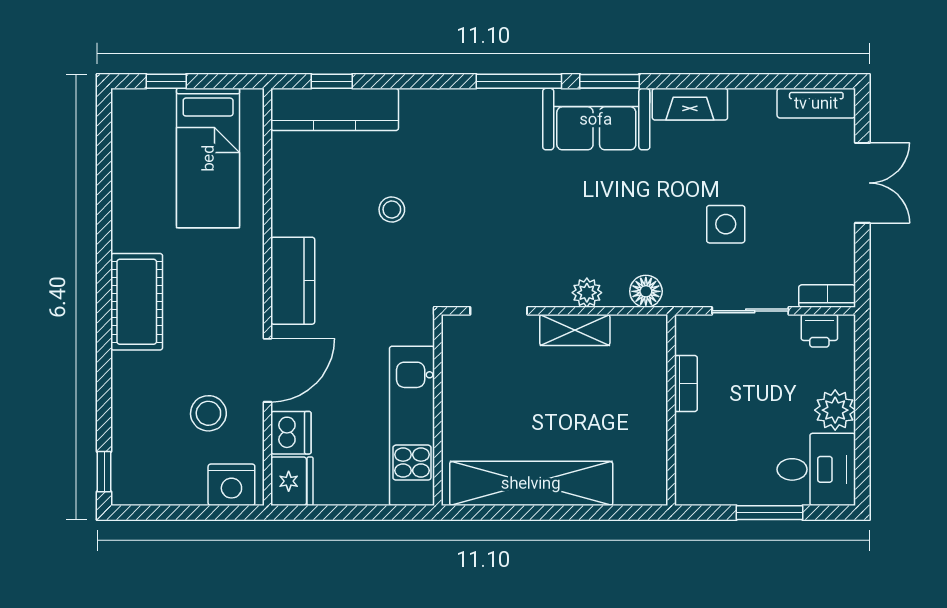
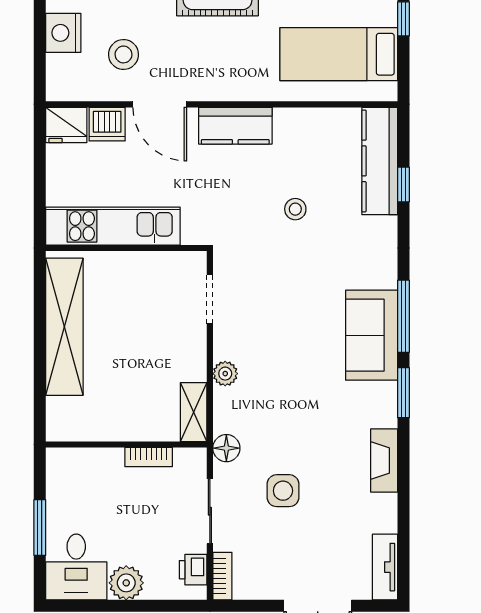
window: (332, 81) -> (403, 185), moved
sofa: (596, 119) -> (372, 335), moved
floor lamp: (646, 291) -> (226, 448), moved
shelving: (575, 330) -> (194, 412), moved
nightstand: (231, 485) -> (63, 33), moved

